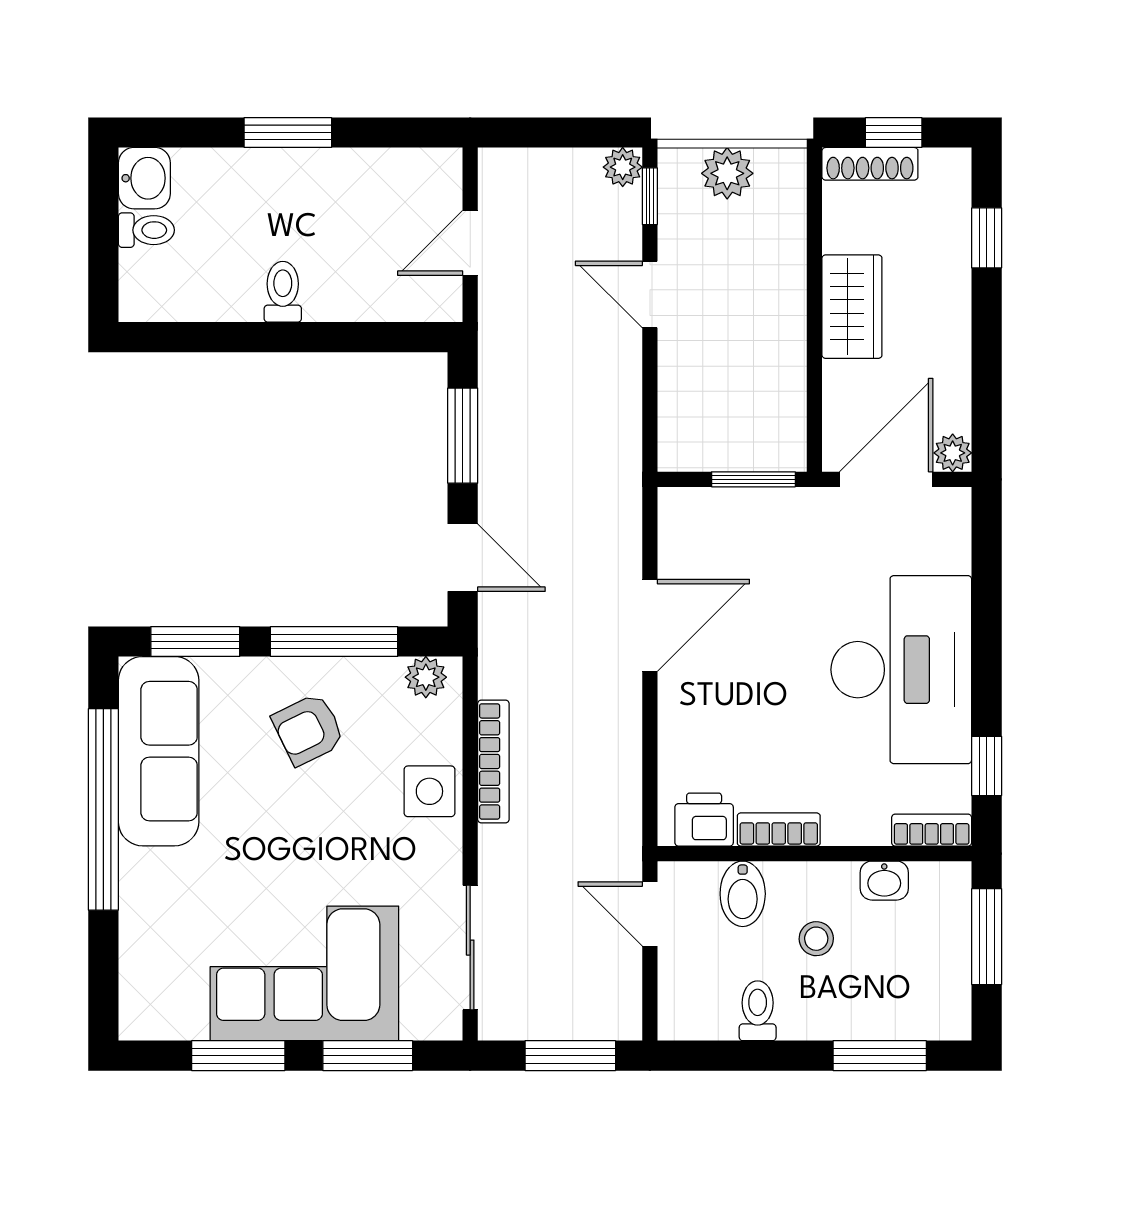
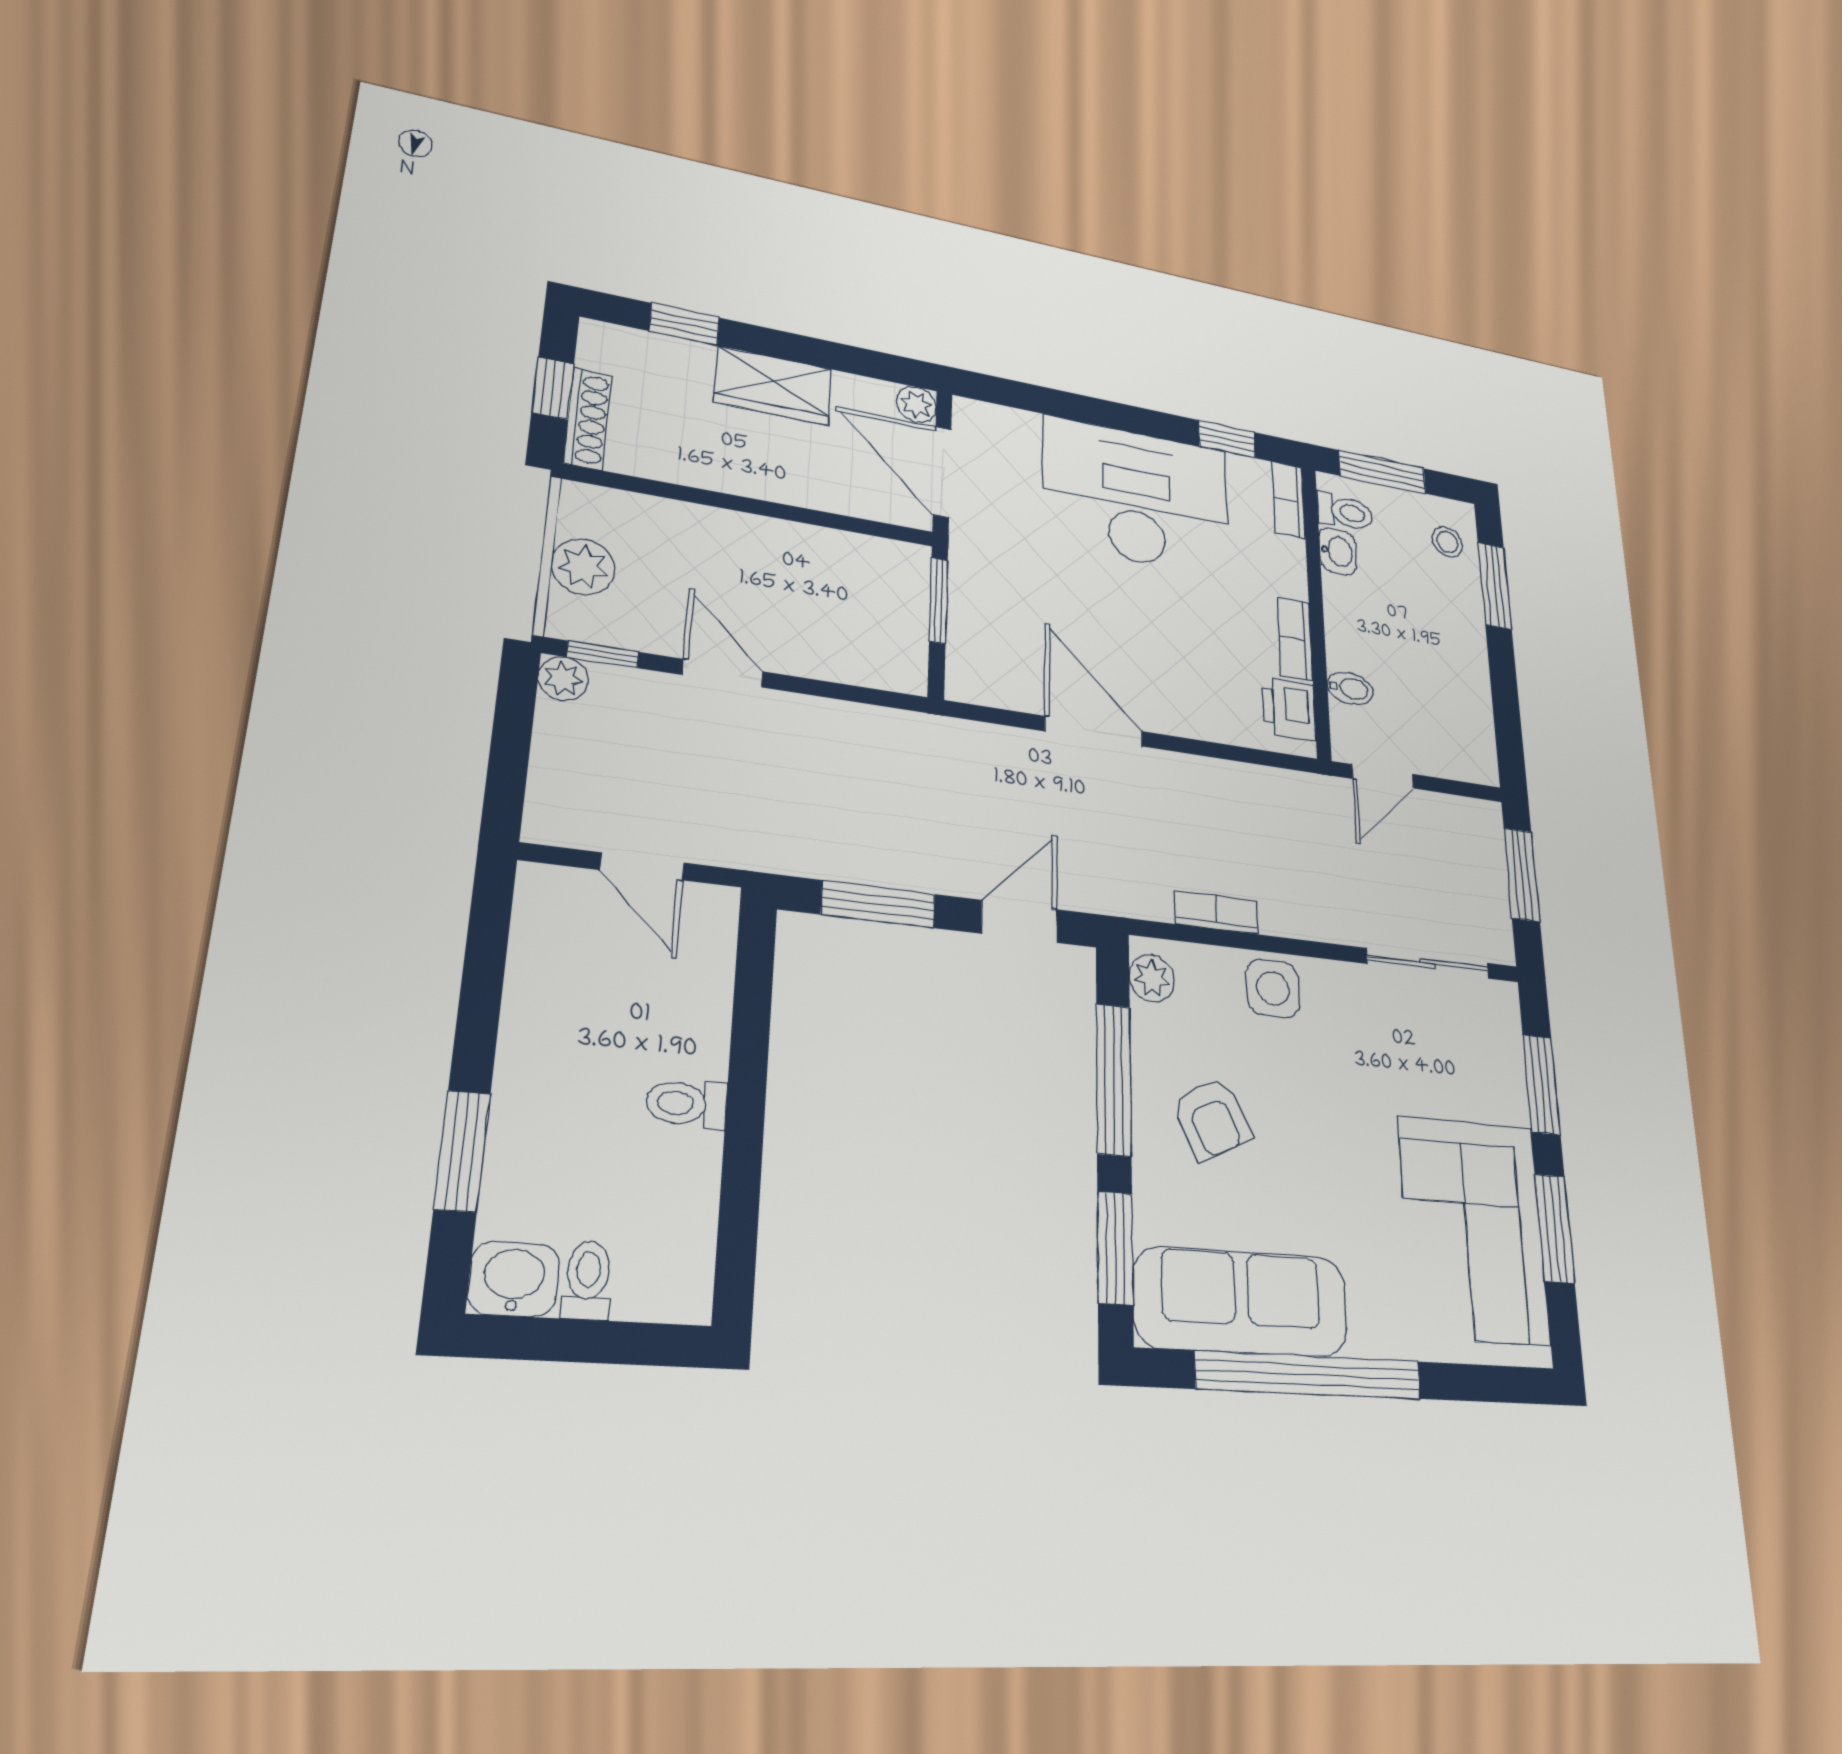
window: (288, 133) -> (462, 1151), moved
door: (650, 295) -> (722, 673), swing flipped
wardrobe: (852, 307) -> (773, 385), moved, turned 180
bookcase: (493, 761) -> (1216, 912), width x0.64
bidet: (743, 894) -> (1350, 688), width x0.72, depth x0.74
stool: (816, 939) -> (1447, 542), moved
corner sofa: (304, 973) -> (1473, 1230), moved
toilet: (758, 1011) -> (1345, 512), moved, turned 180

